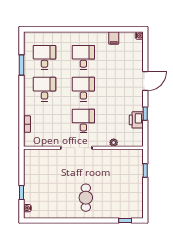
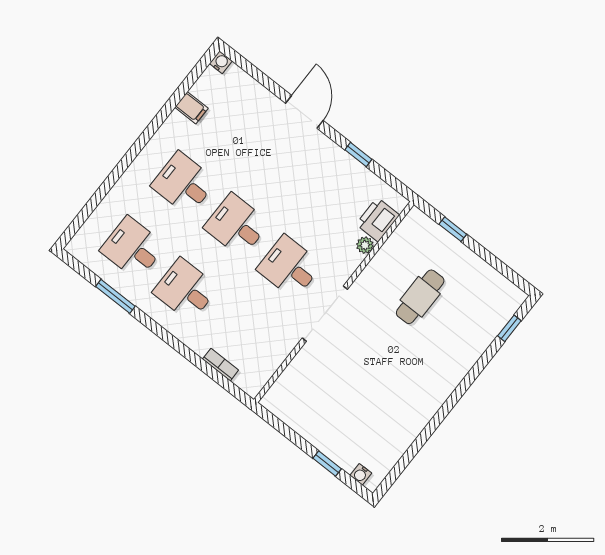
printer: (136, 120) -> (378, 220), moved, turned 90
cafe table: (86, 198) -> (420, 297), moved, turned 90

